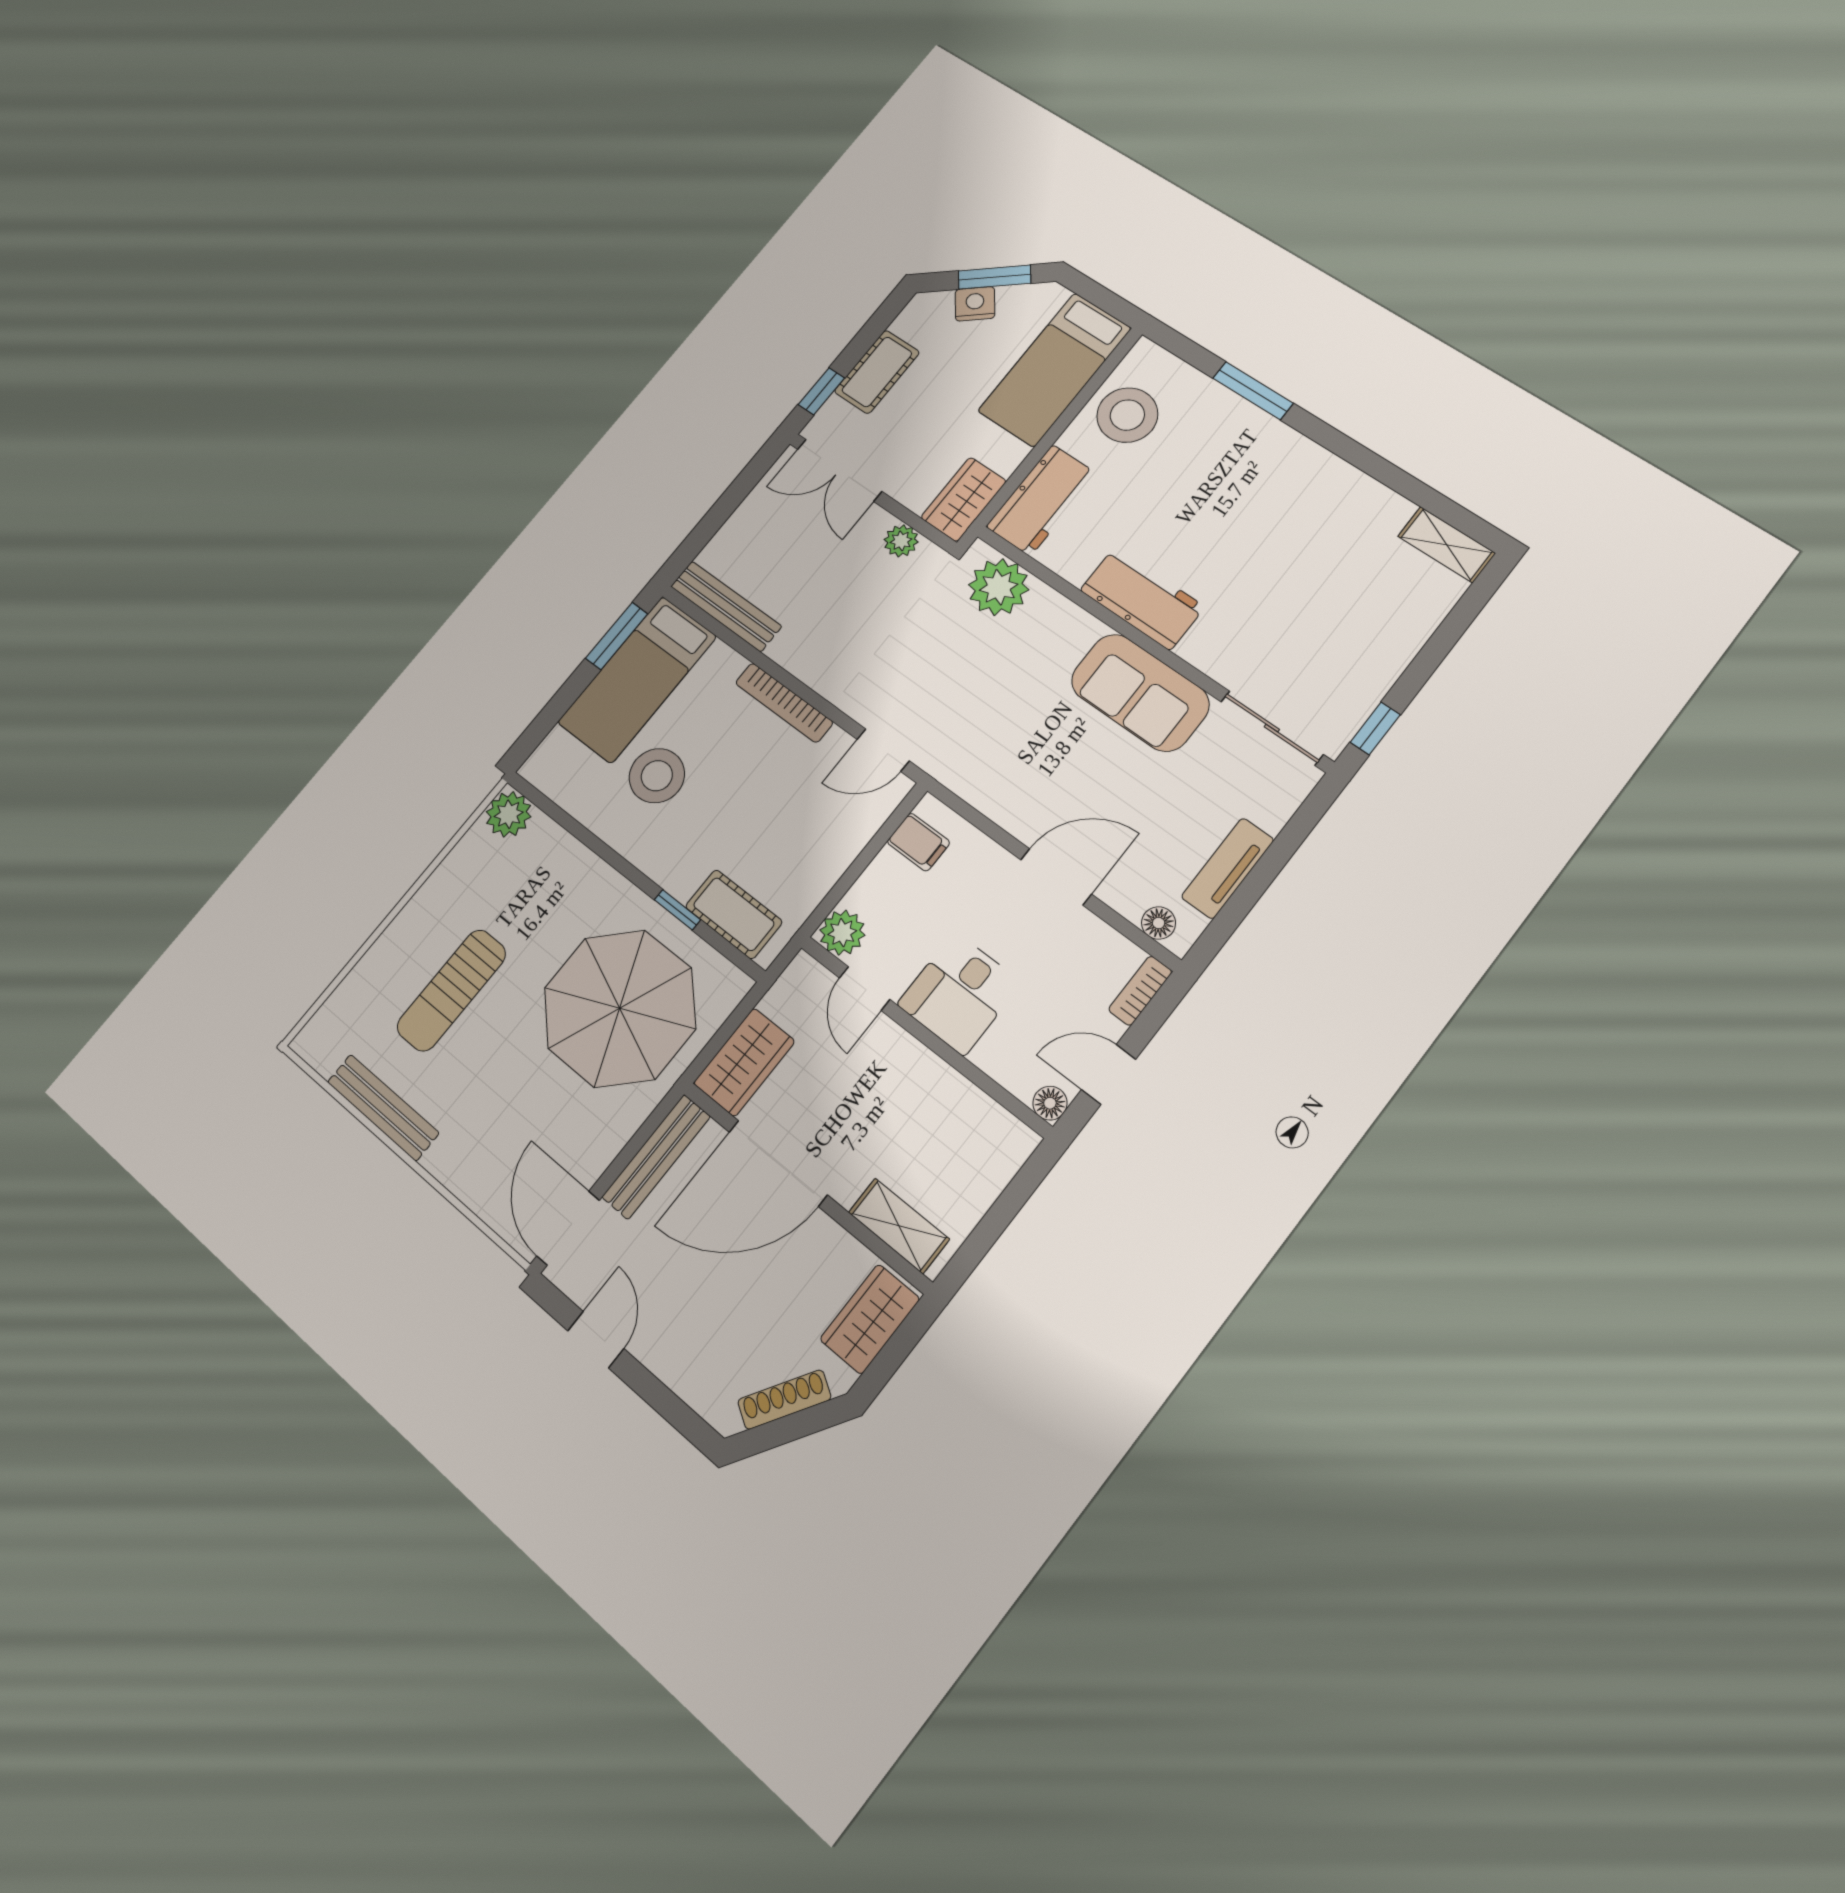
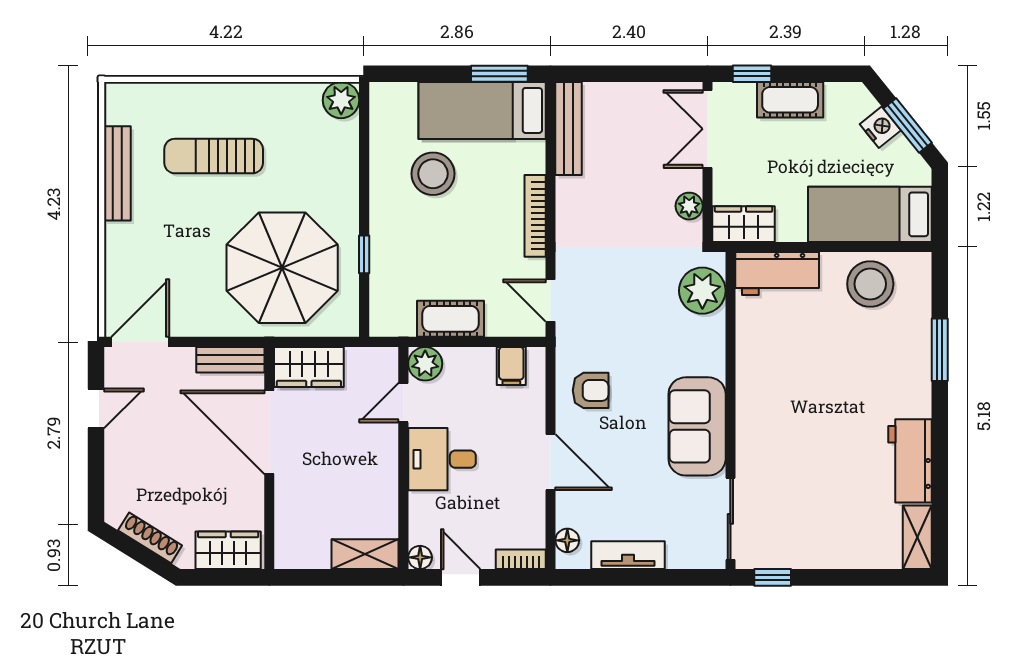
workbench: (1142, 598) -> (910, 461), moved, turned 180
armchair: (1012, 777) -> (591, 390), added
cot: (734, 914) -> (450, 319), moved, turned 90
bench: (656, 1157) -> (230, 360), width x0.73
shelving: (899, 1226) -> (365, 554), moved, turned 90

